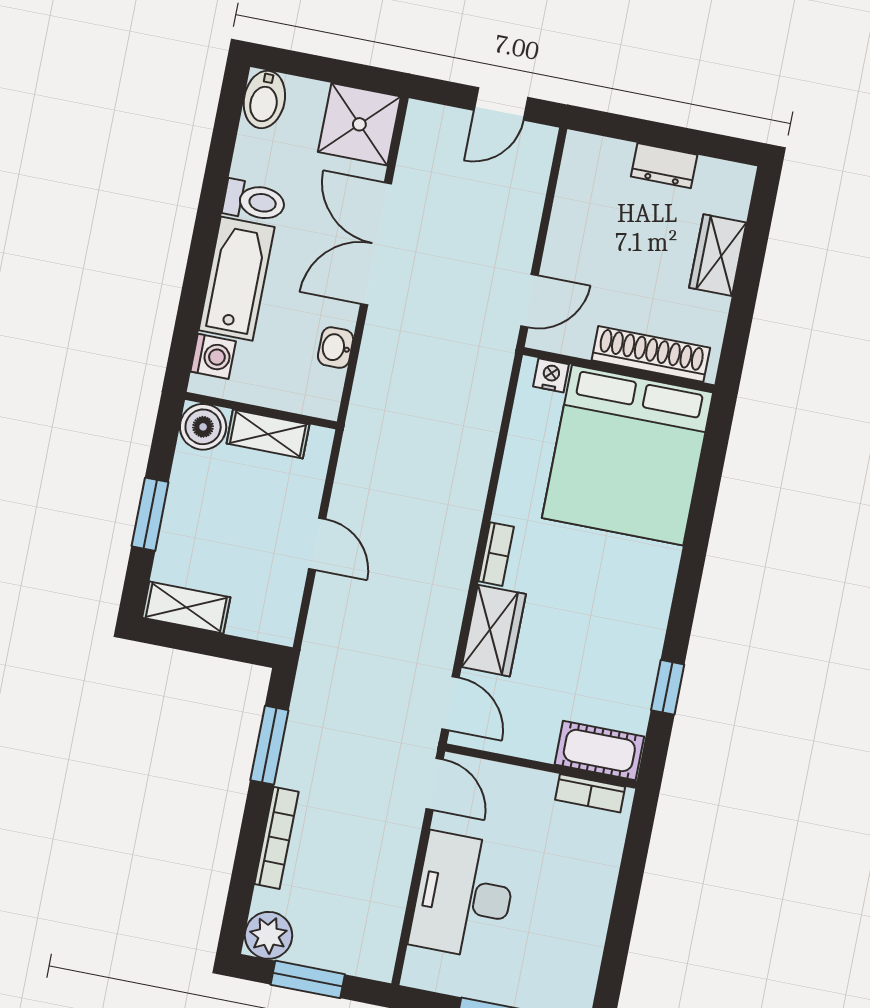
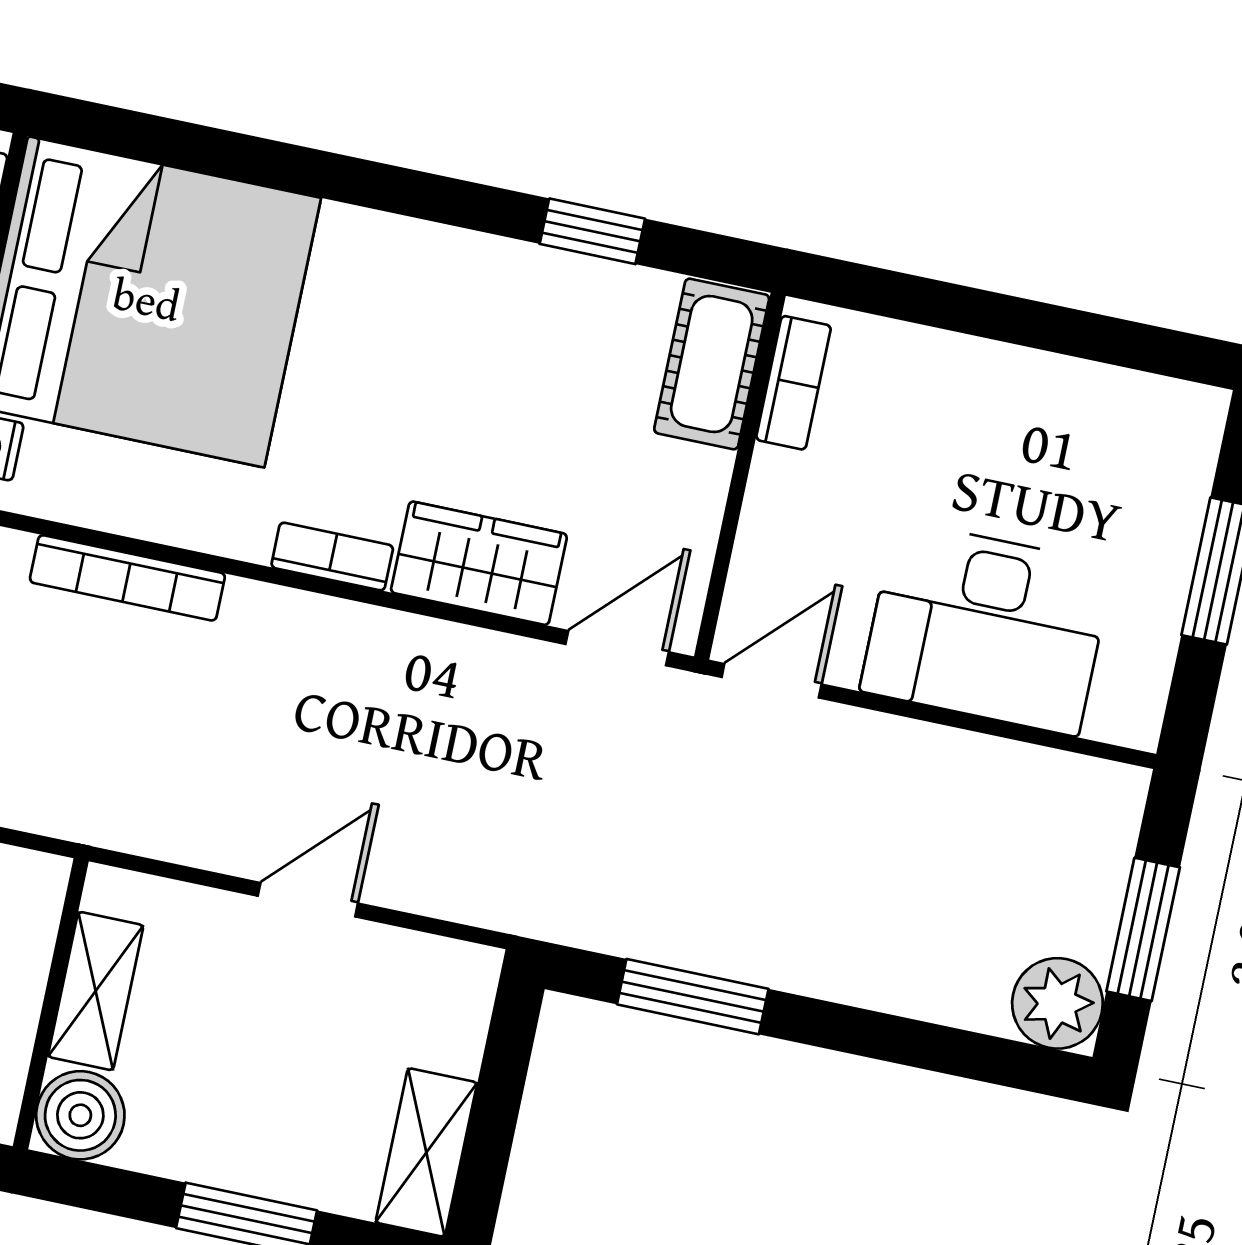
bookcase: (277, 838) -> (127, 578), moved, turned 180

